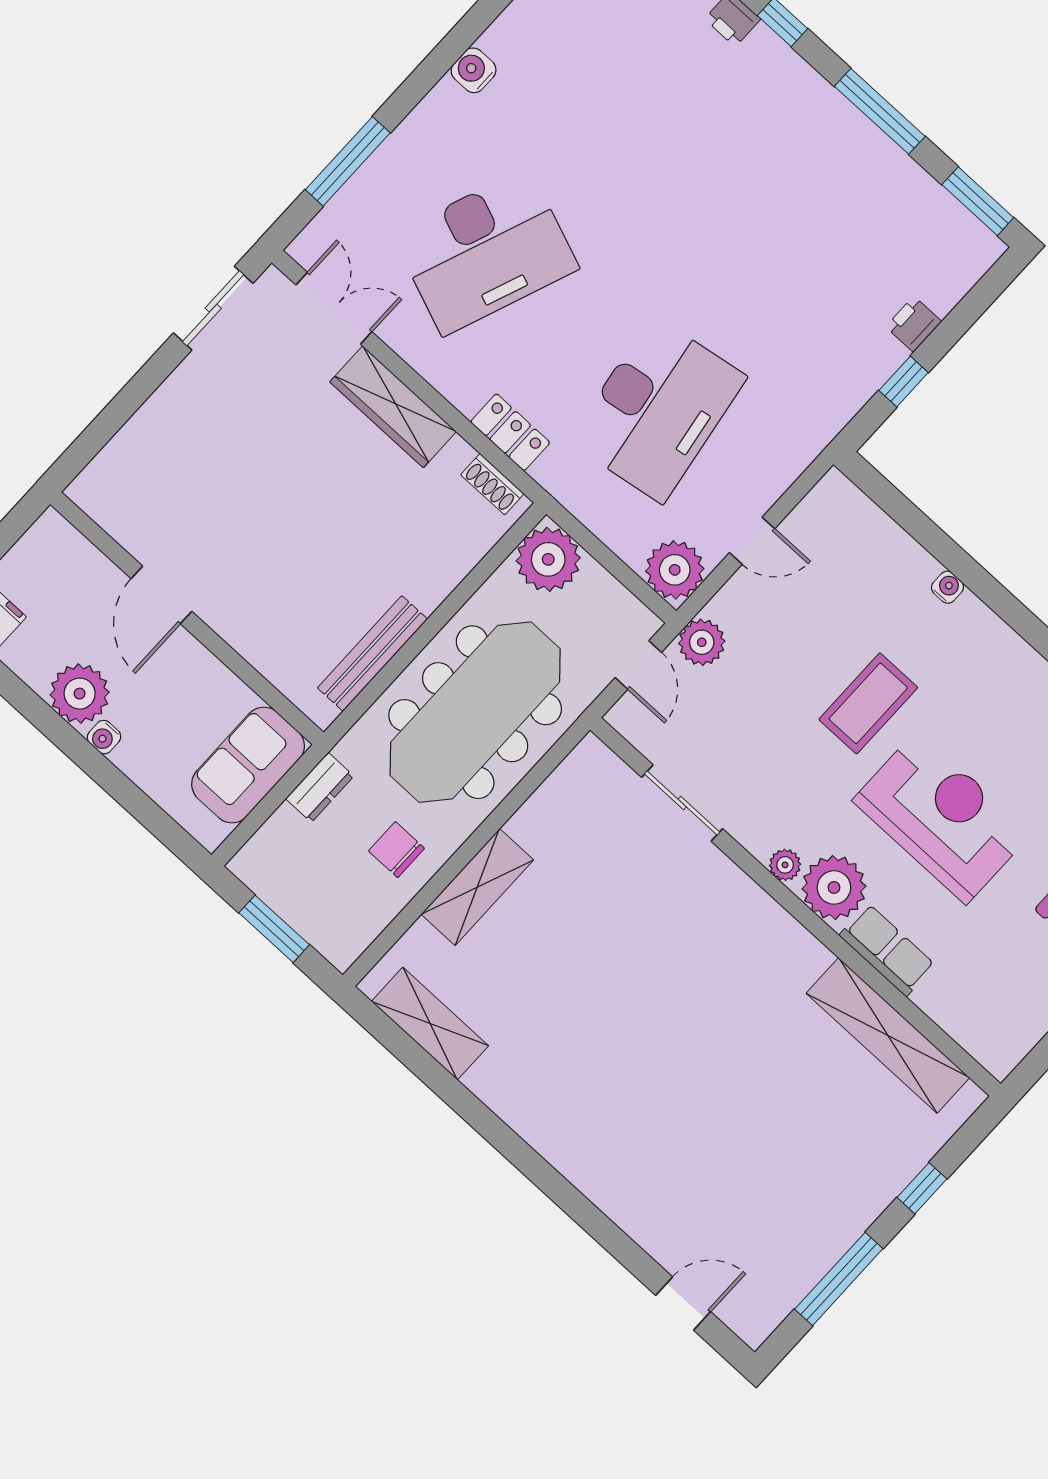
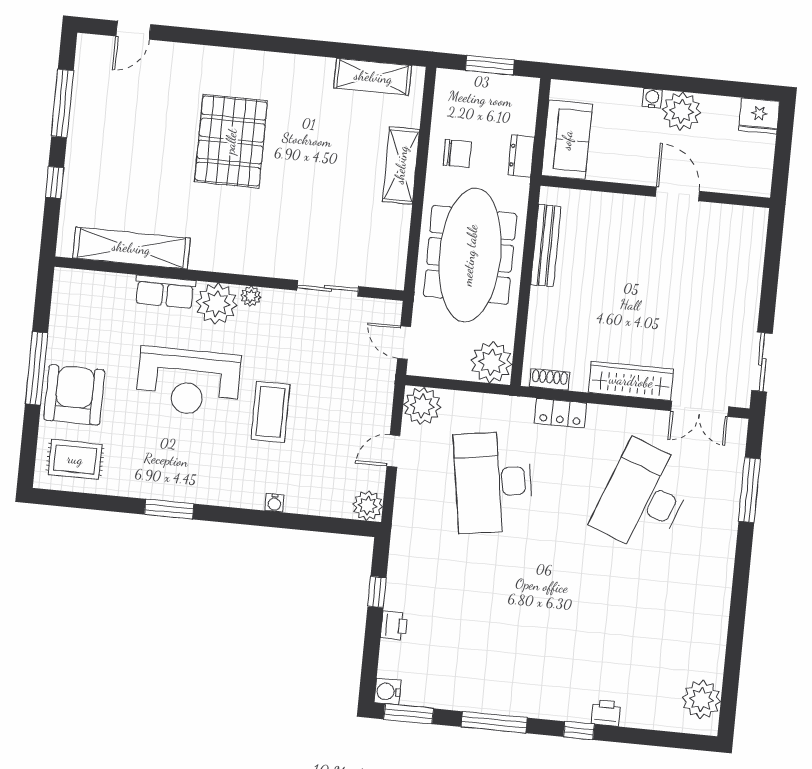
water cooler: (474, 70) -> (388, 692), moved, turned 180
plant: (702, 642) -> (368, 506), moved
pallet: (665, 1075) -> (231, 141), added

